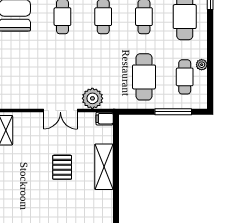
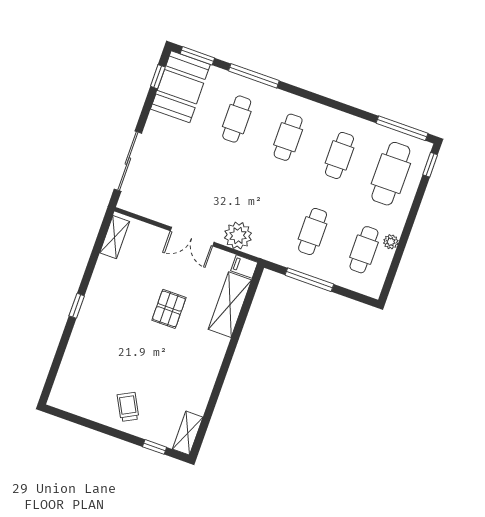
cafe table: (144, 77) -> (313, 231), width x0.73, depth x0.74
window: (173, 112) -> (309, 280), moved
shelving: (104, 167) -> (230, 305), moved

